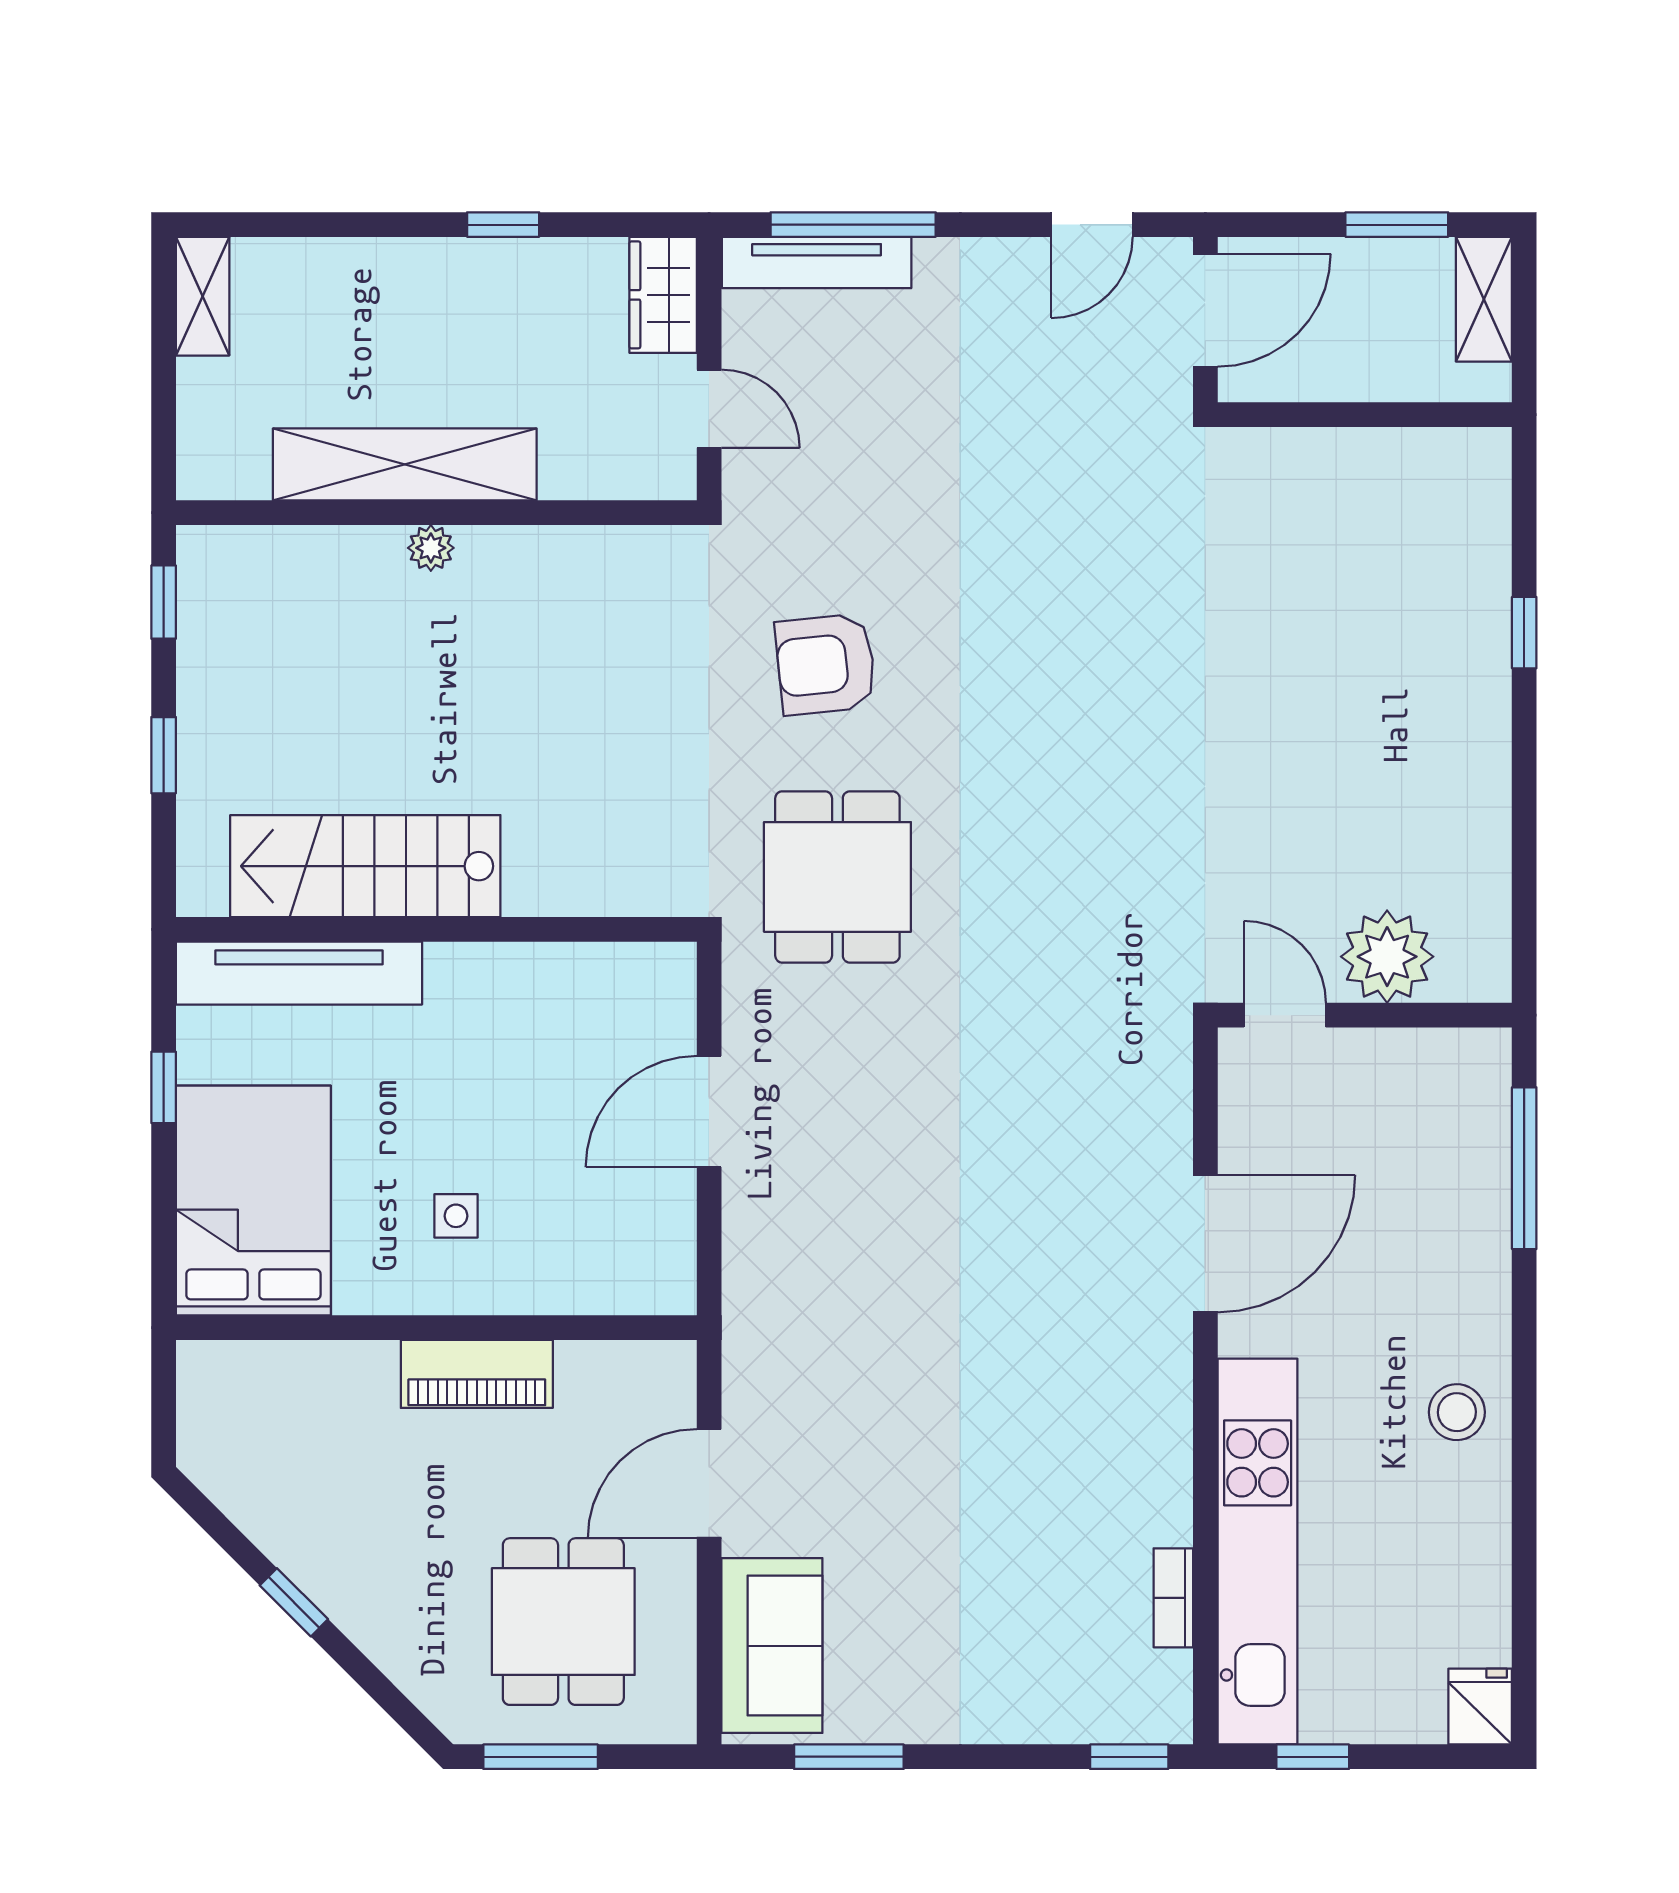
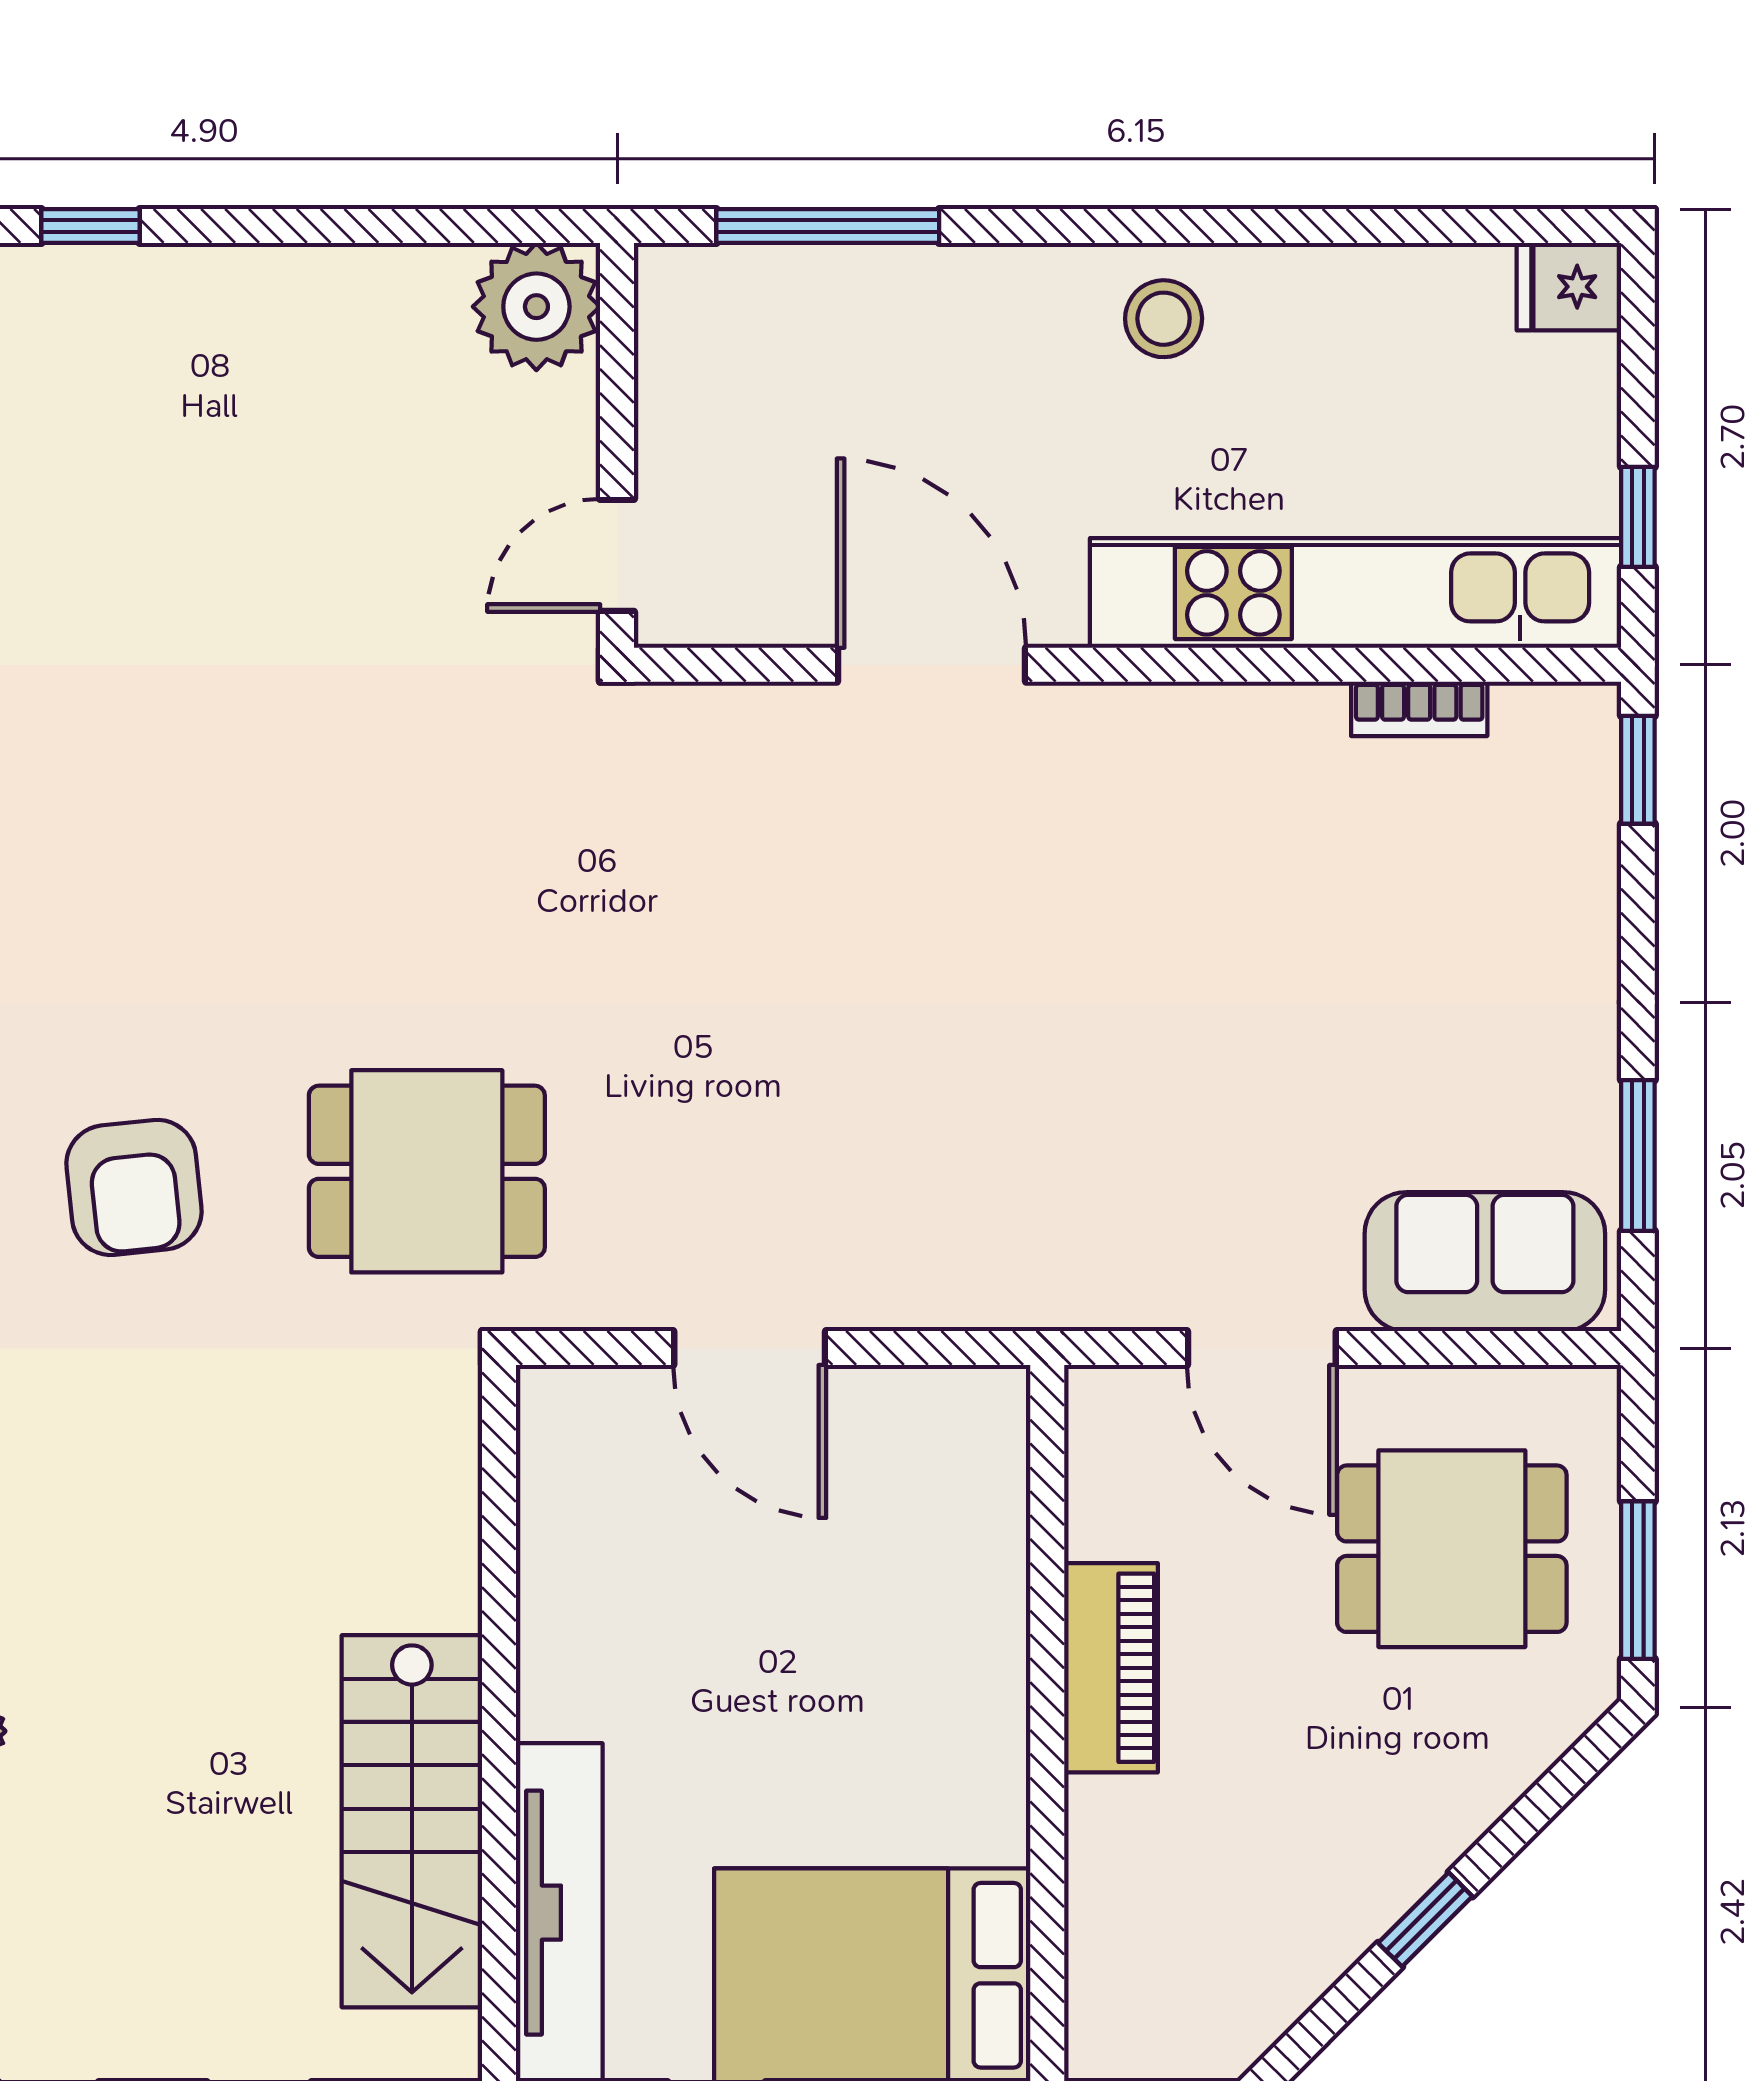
plant: (1387, 957) -> (536, 307), moved
side table: (456, 1216) -> (893, 1696), removed

